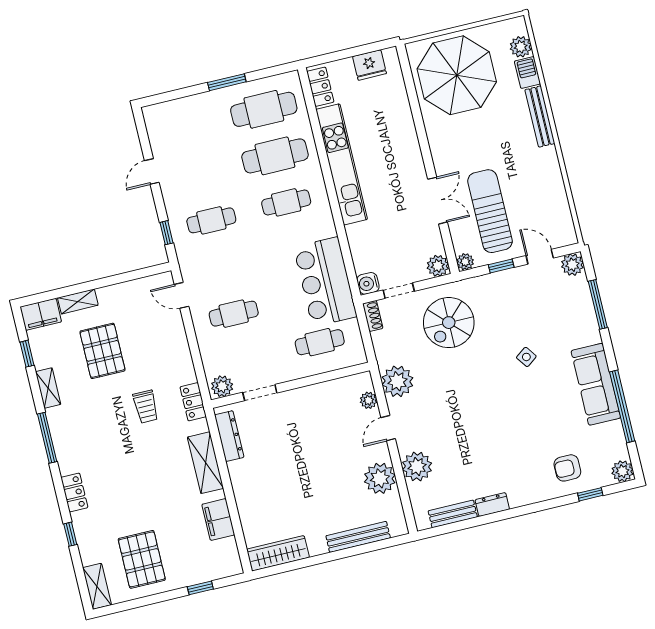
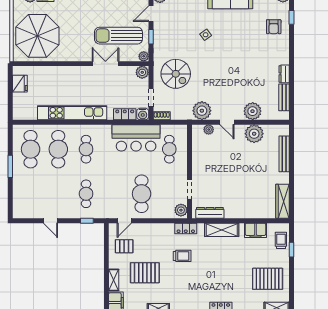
locker: (320, 87) -> (125, 114), moved
pallet: (138, 306) -> (124, 246), added
cafe table: (234, 314) -> (142, 194), width x1.37, depth x1.35
trolley: (212, 566) -> (281, 240), added

